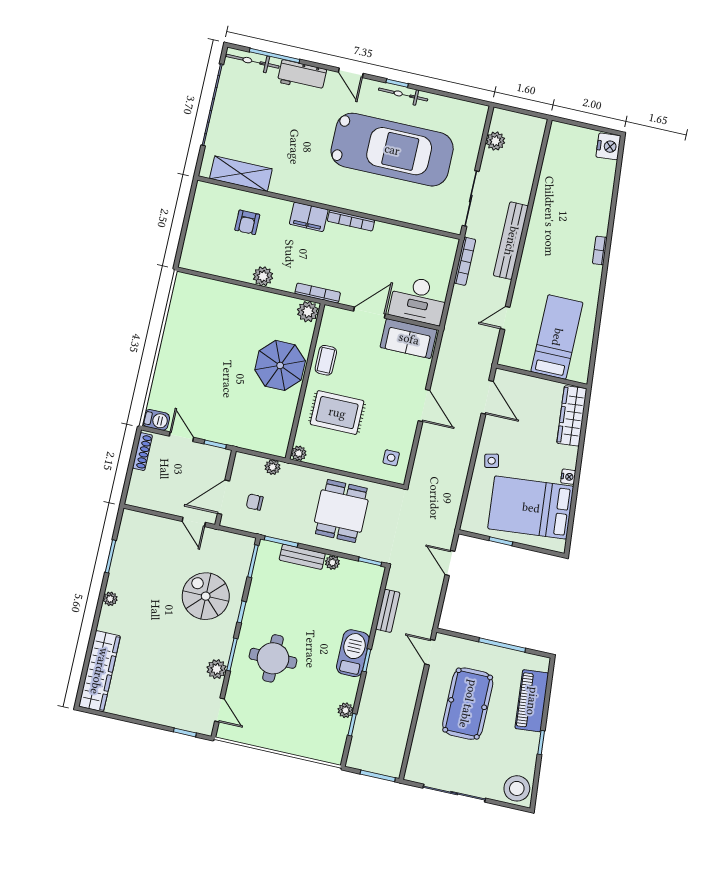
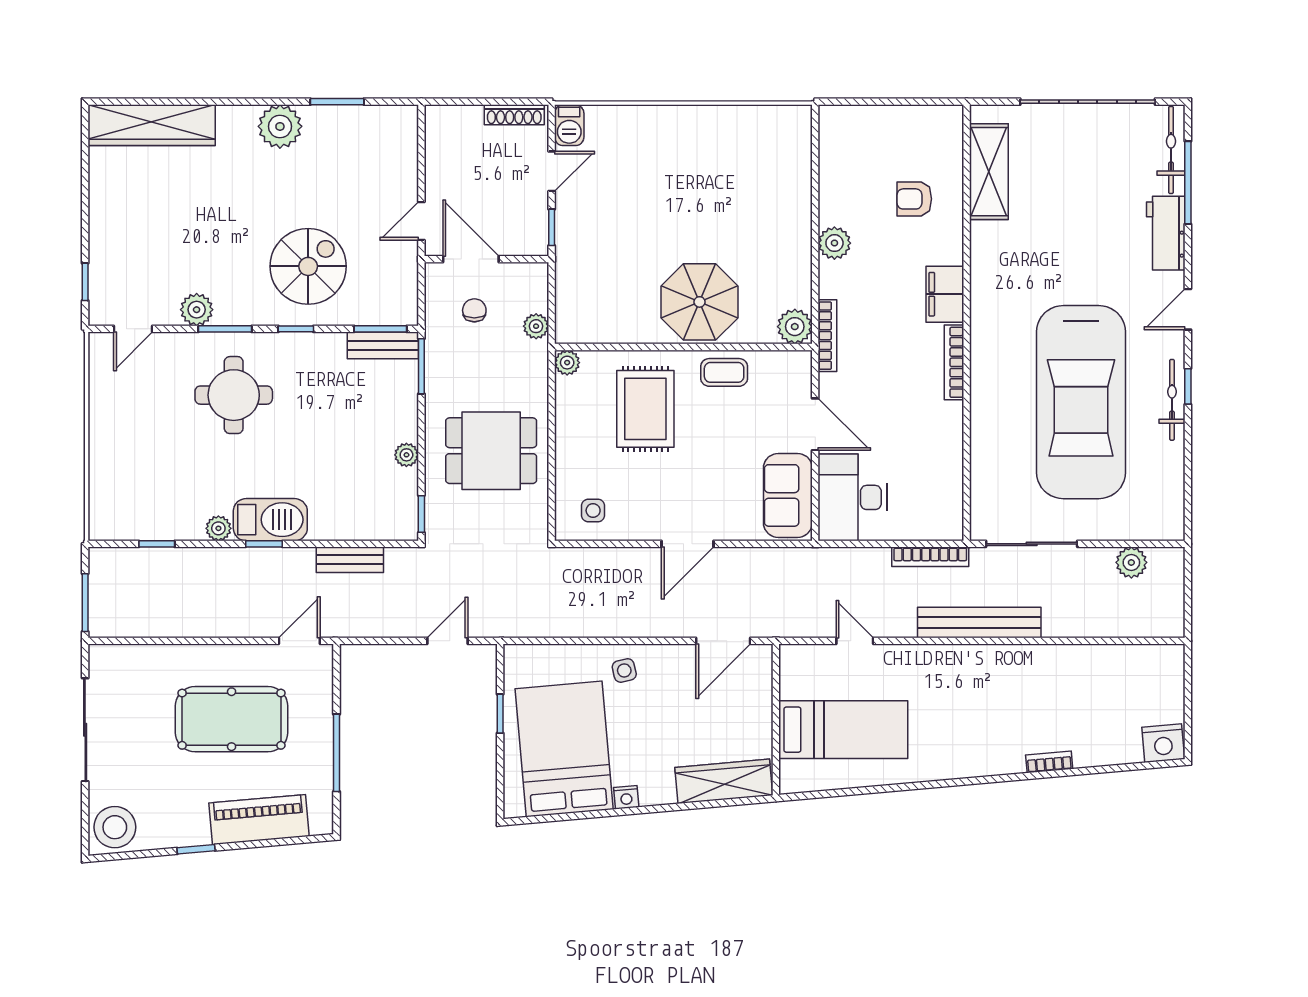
bookcase: (600, 250) -> (1049, 762), moved
bench: (302, 557) -> (383, 345), moved, turned 90
plant: (110, 599) -> (280, 126), width x1.87, depth x1.87
plant: (346, 710) -> (218, 528), moved

